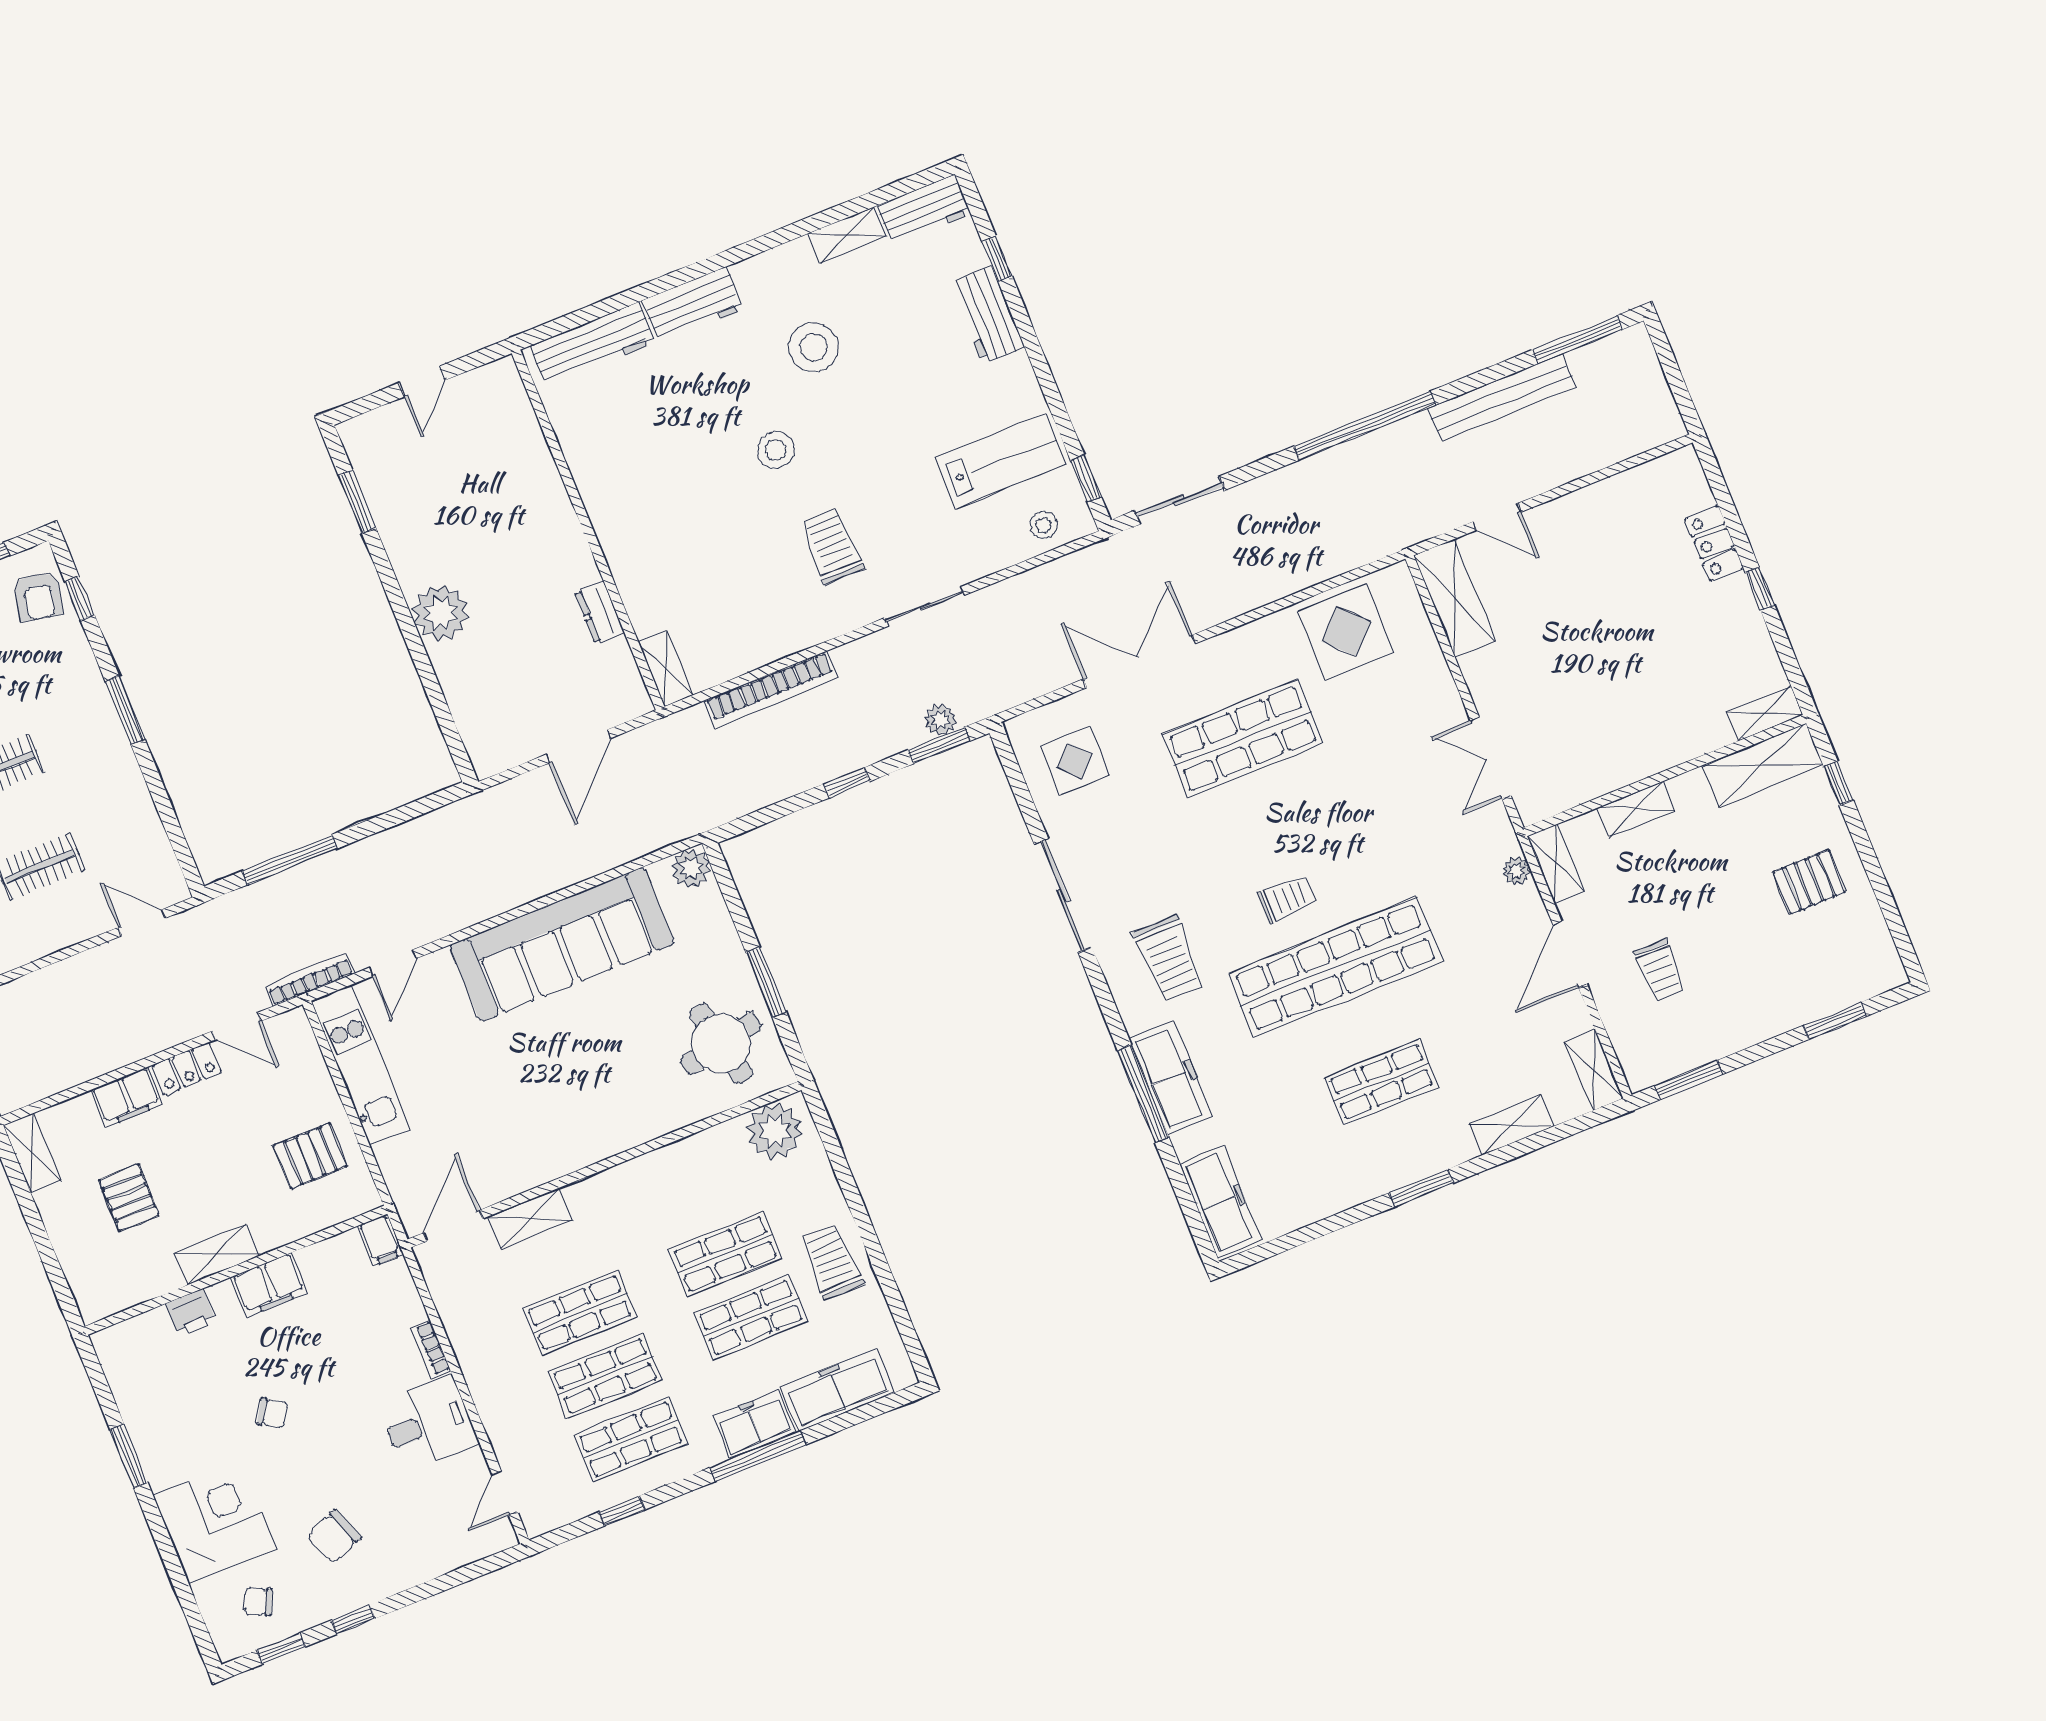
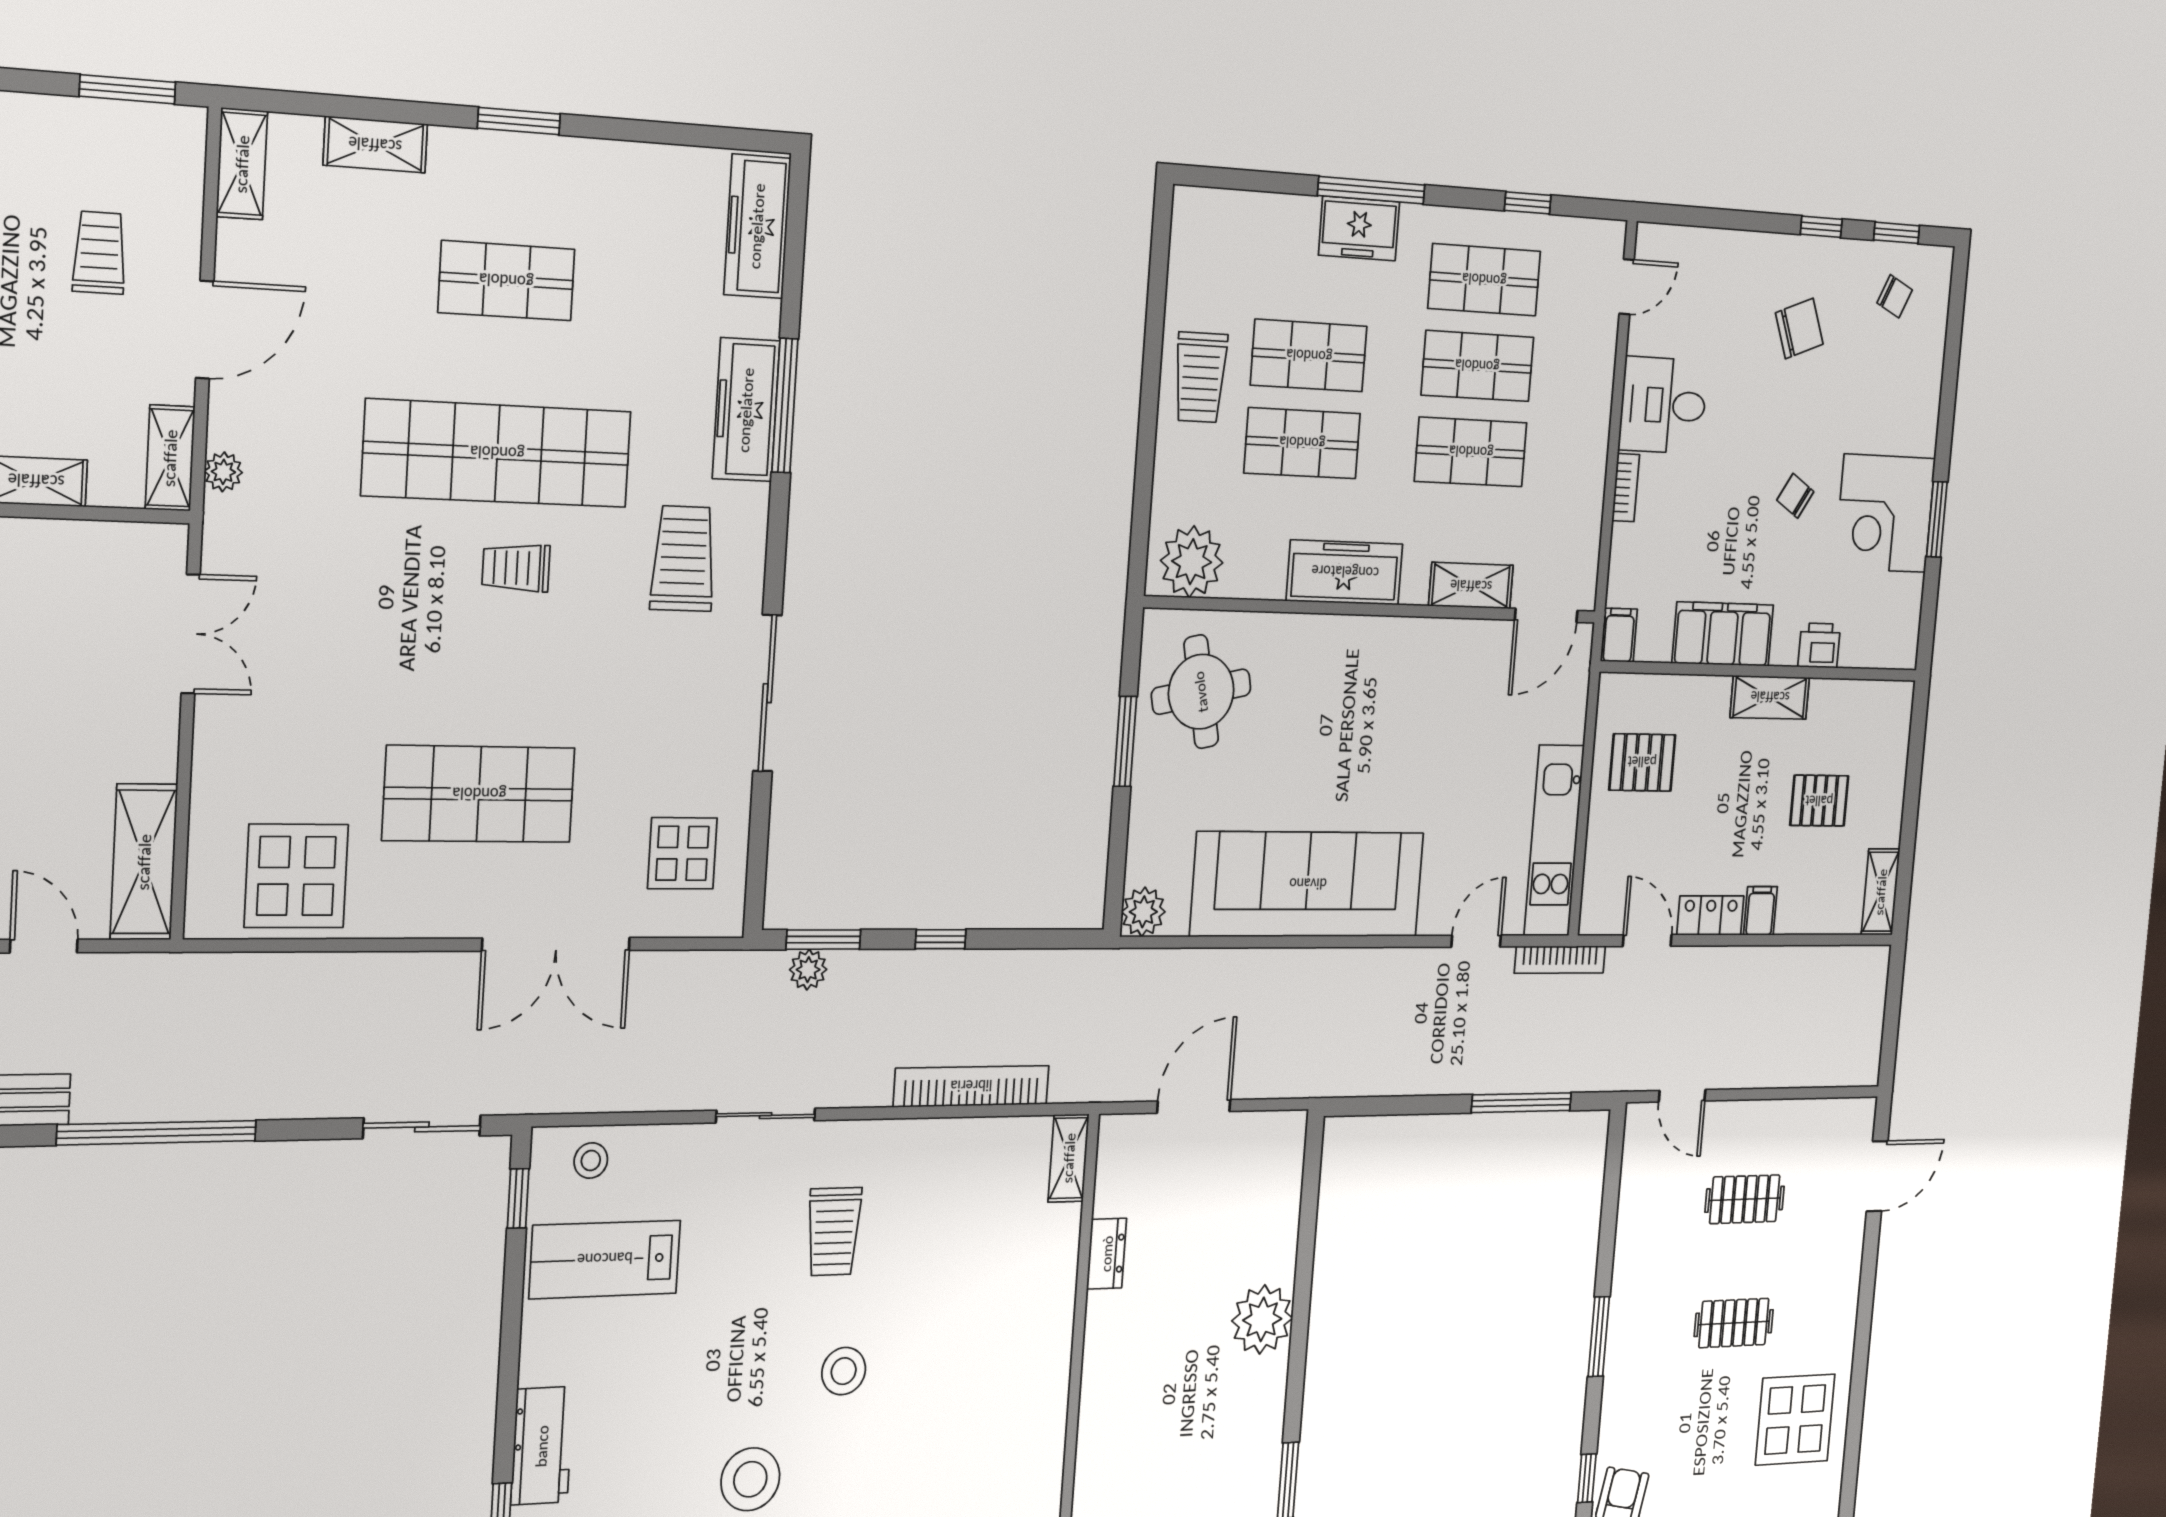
filing cabinet: (127, 1097) -> (1760, 911), width x0.50
pallet: (129, 1197) -> (1819, 801), turned 90
filing cabinet: (269, 1285) -> (1723, 634), width x1.50, depth x1.17
freezer: (837, 1390) -> (1345, 572), moved, turned 180
corner desk: (215, 1521) -> (1885, 513), moved

